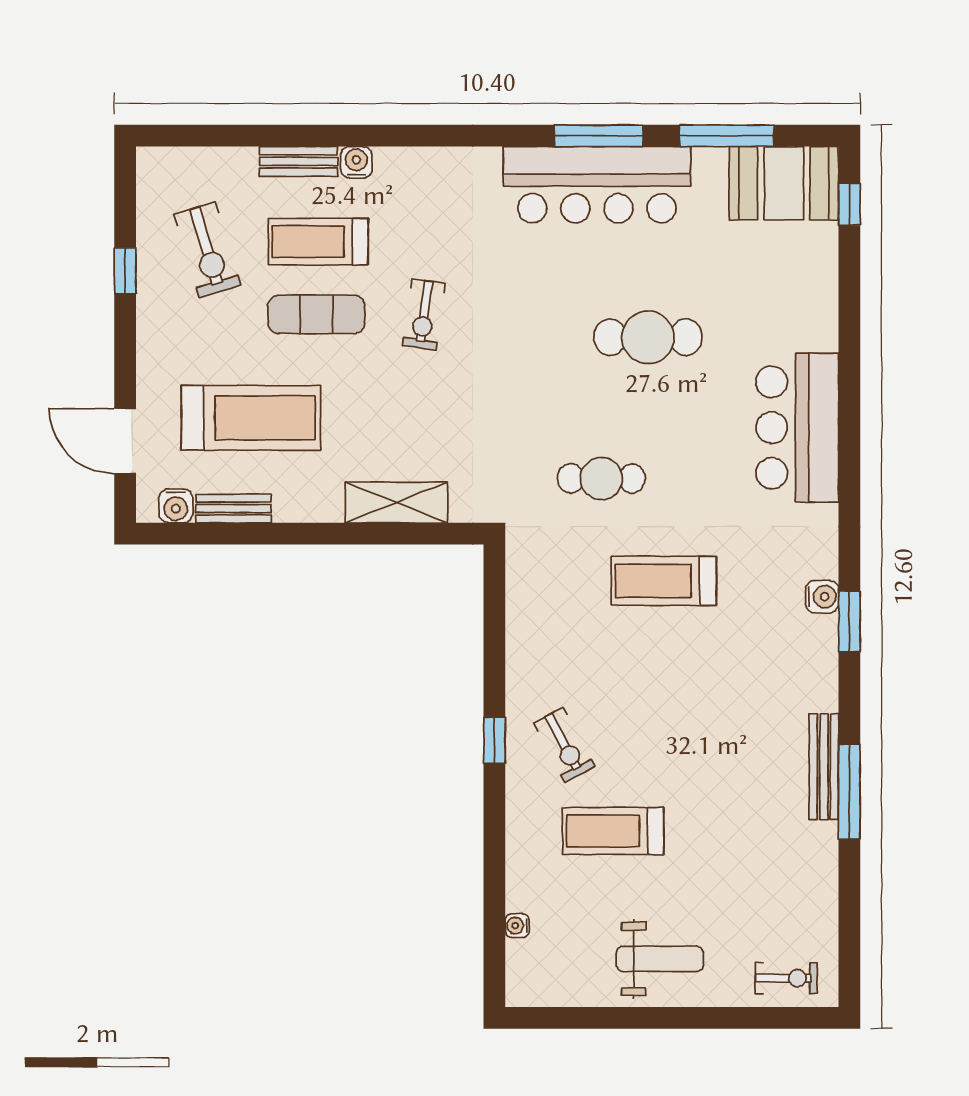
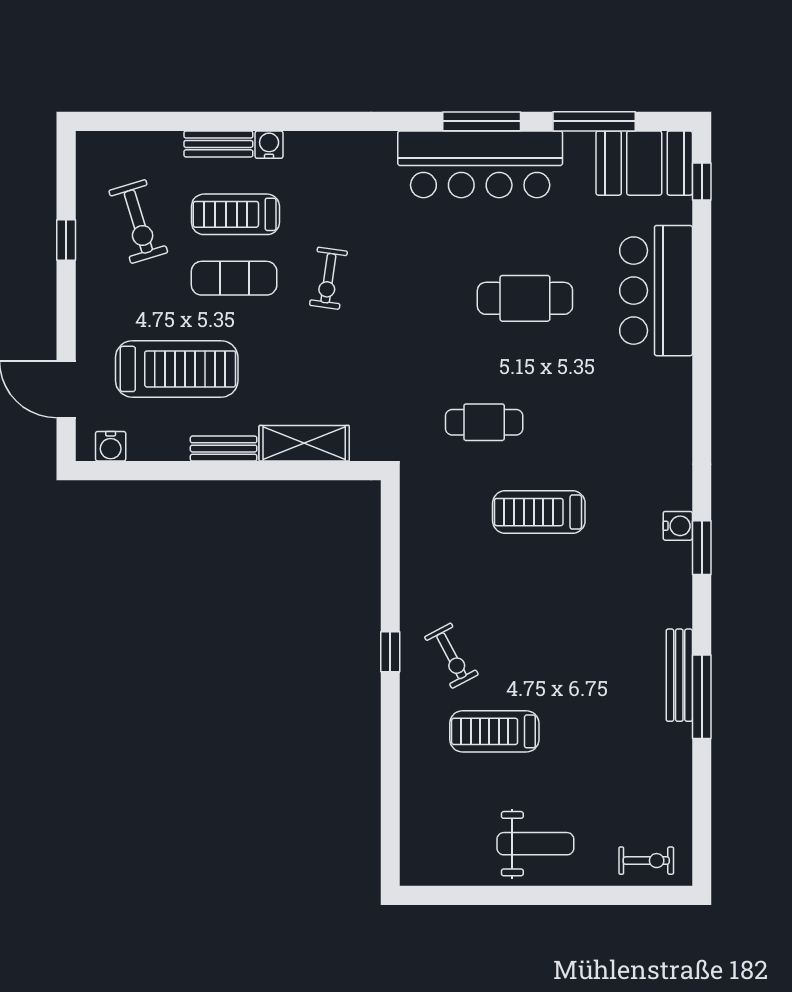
bar counter: (797, 428) -> (656, 291), moved
bench: (233, 509) -> (224, 449), moved
water cooler: (517, 926) -> (410, 814), removed

